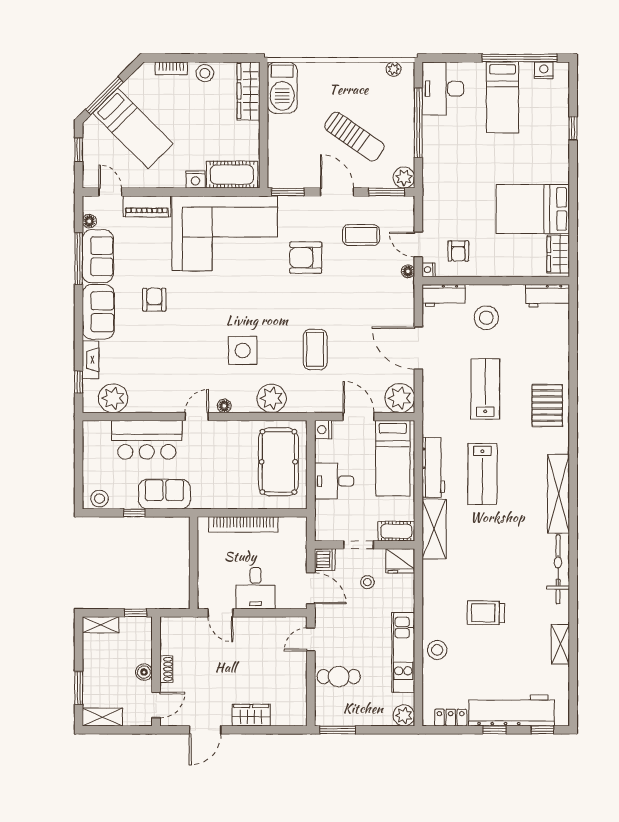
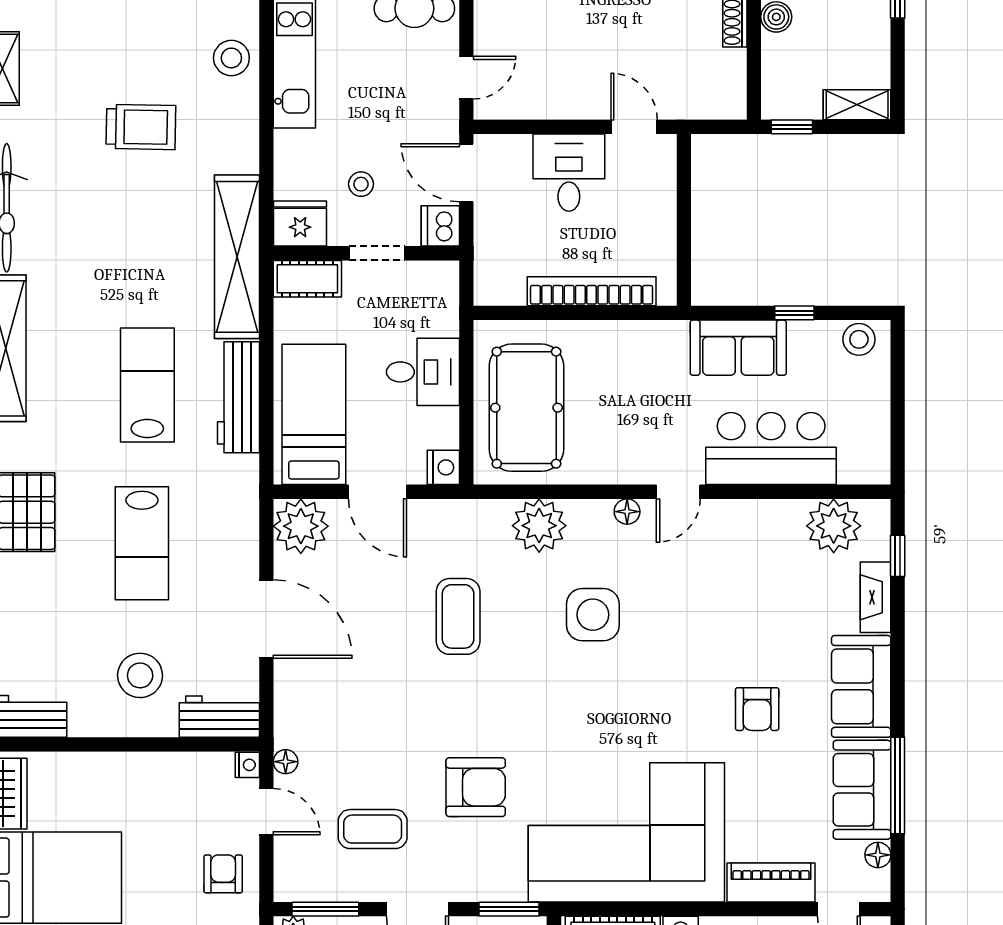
armchair: (458, 251) -> (223, 874), moved
shelving: (434, 529) -> (237, 257), width x1.47

